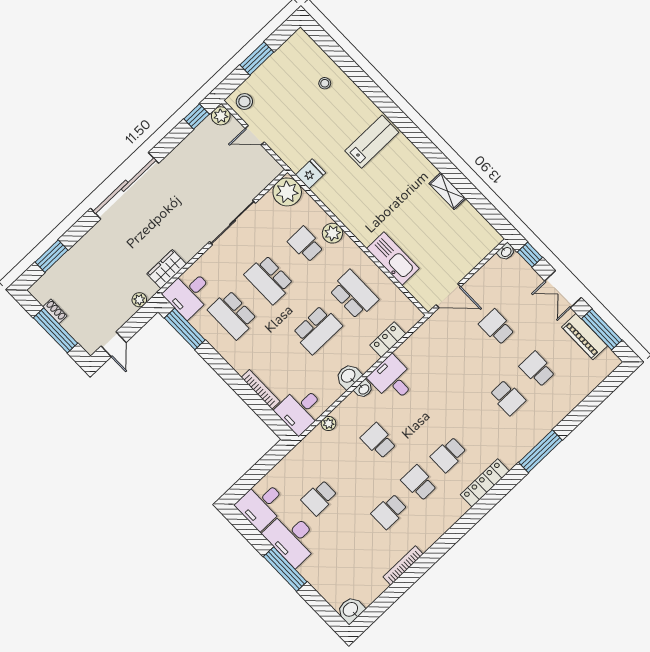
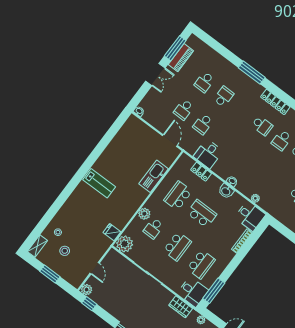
stool: (244, 101) -> (65, 251), moved
lab bench: (372, 142) -> (99, 183), moved, turned 180
shelving: (447, 191) -> (37, 246), moved
window: (530, 255) -> (138, 97), removed
desk: (392, 379) -> (208, 154), moved
school desk: (378, 441) -> (203, 124), moved

